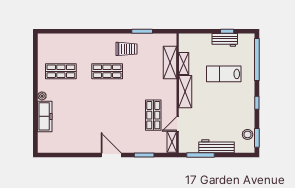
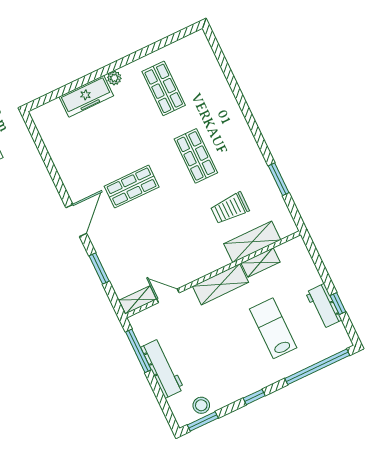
trolley: (126, 49) -> (230, 208), moved, turned 90
shop shelf: (153, 115) -> (132, 187), moved

